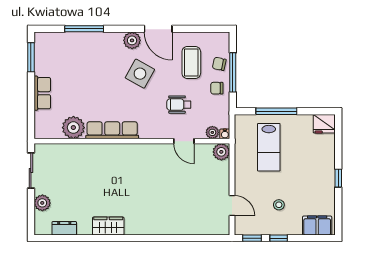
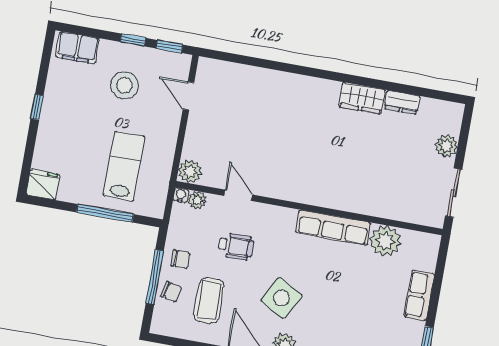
stool: (279, 205) -> (125, 85), width x1.89, depth x1.89
dresser: (64, 228) -> (402, 102), moved

